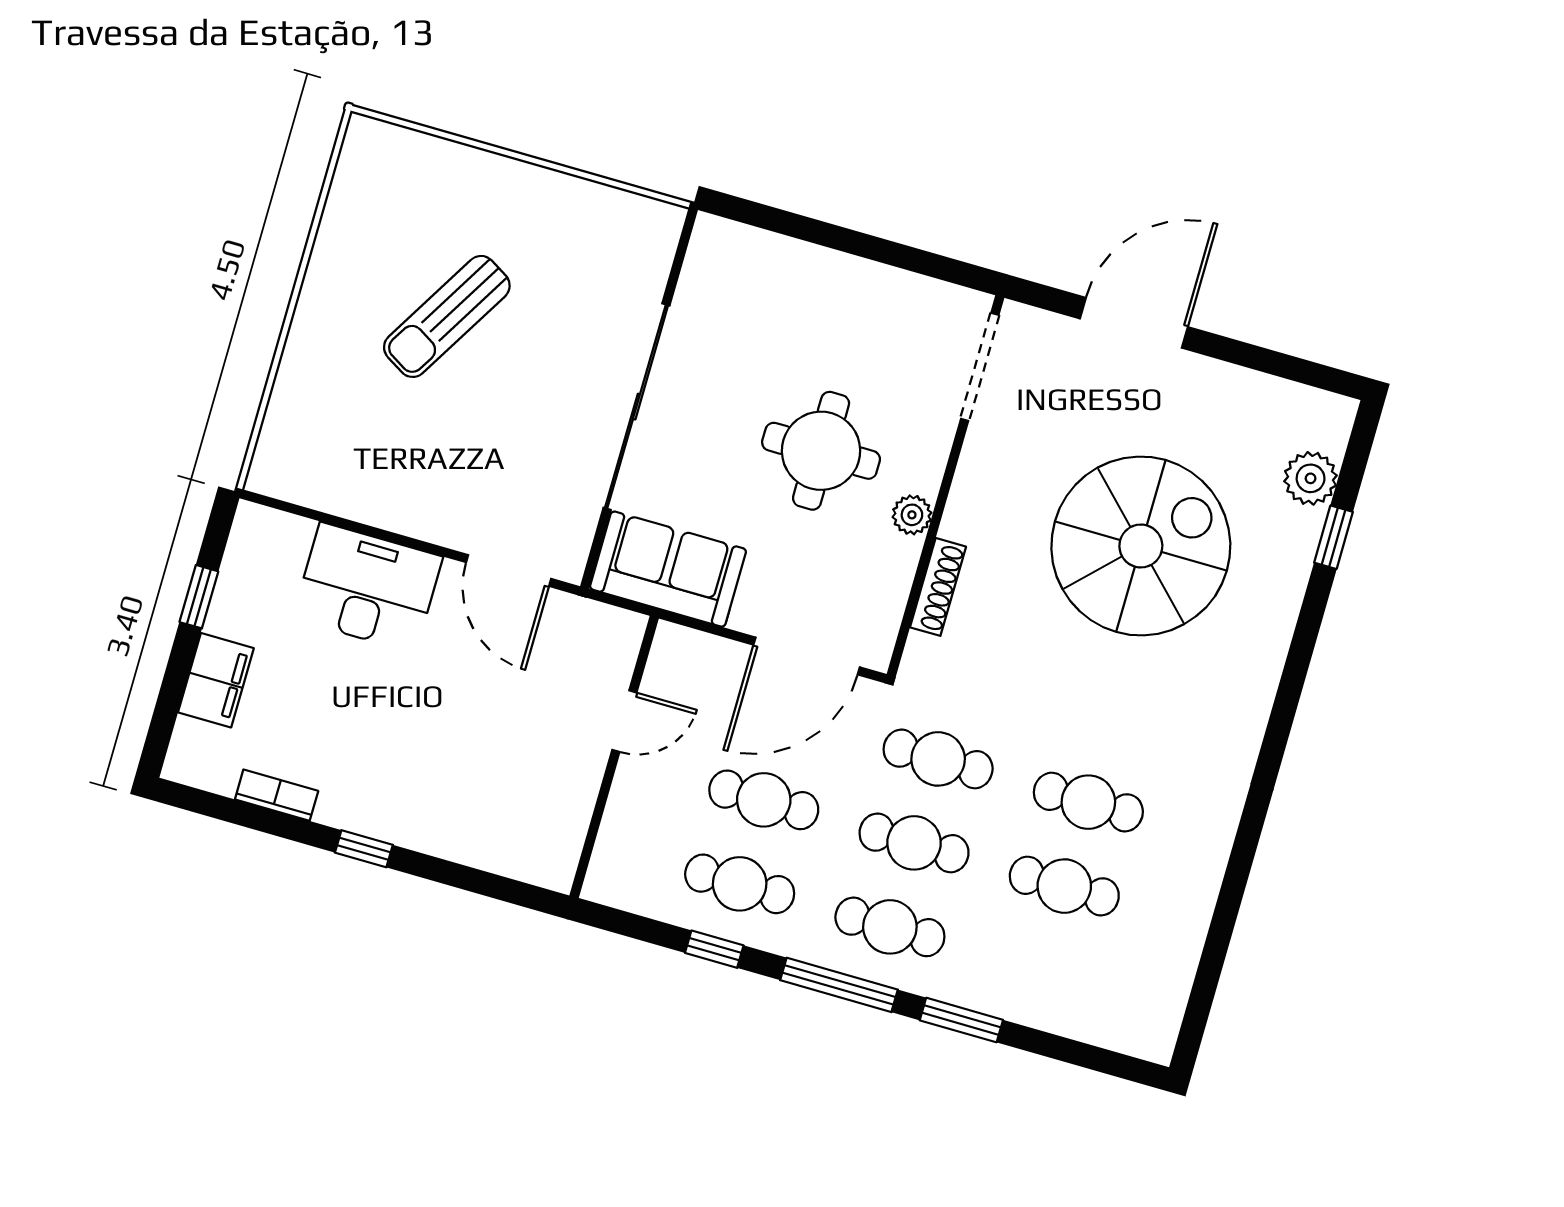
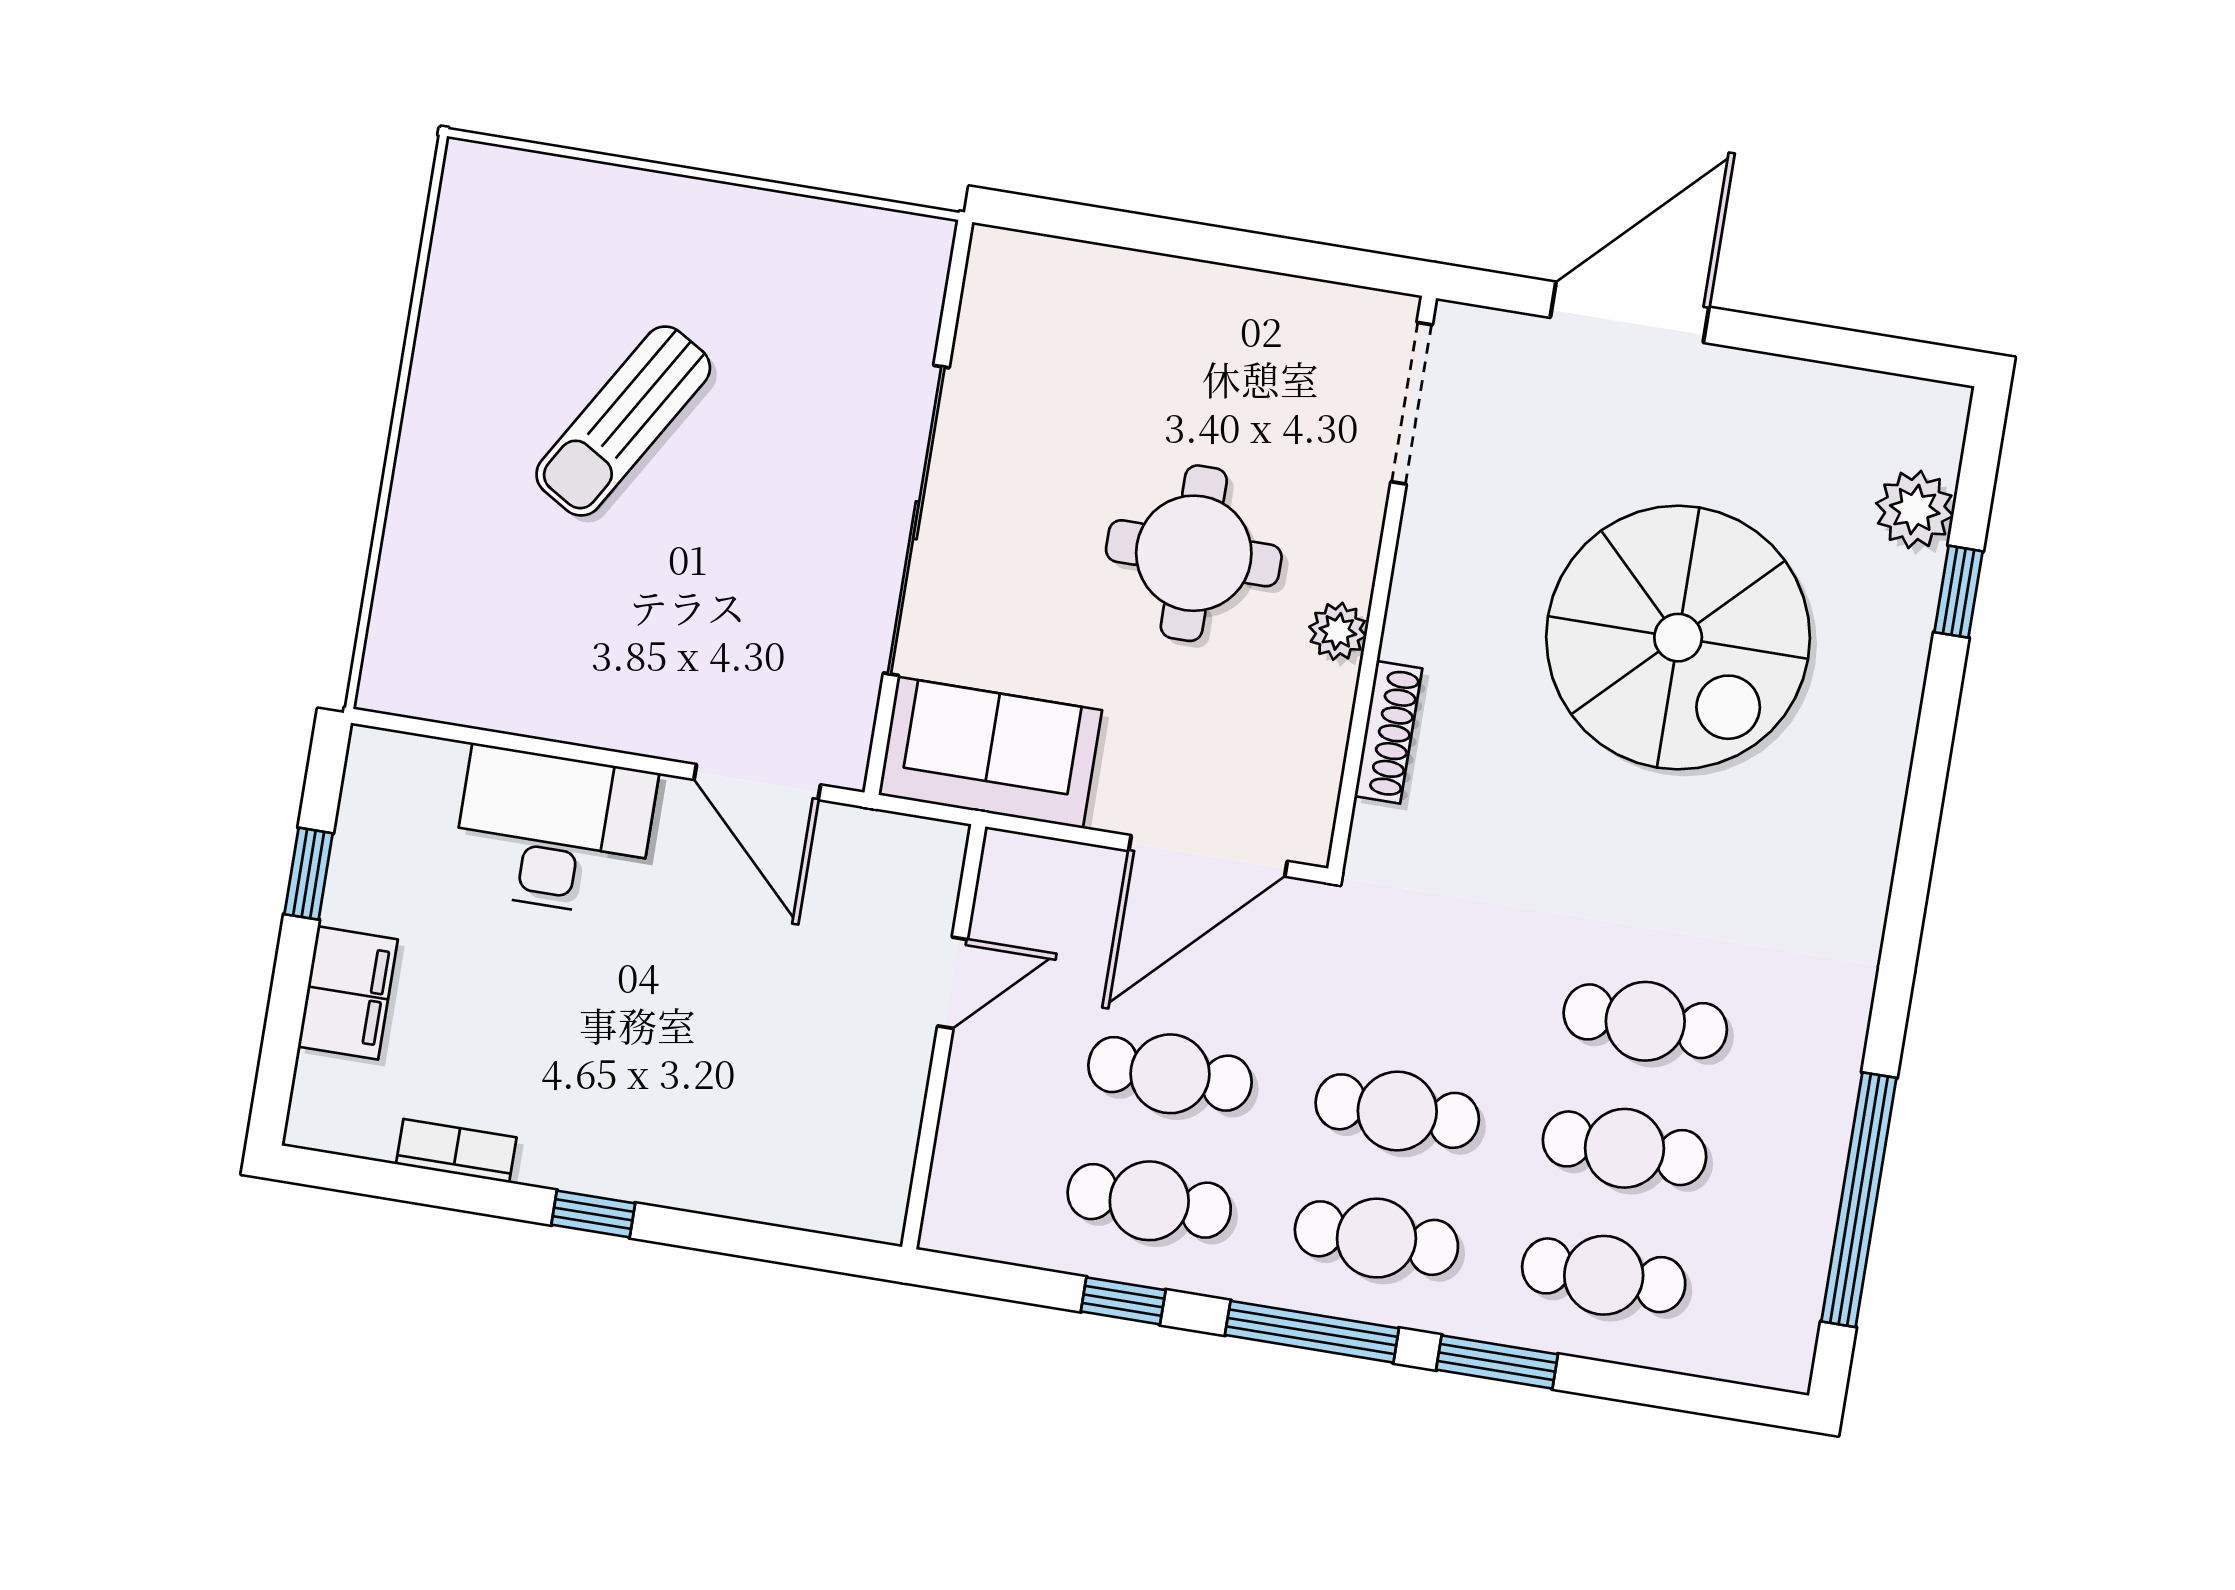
spiral stairs: (1141, 546) -> (1678, 638), turned 90
cafe table: (938, 759) -> (1604, 1275), moved
window: (1218, 939) -> (1859, 1200), added

